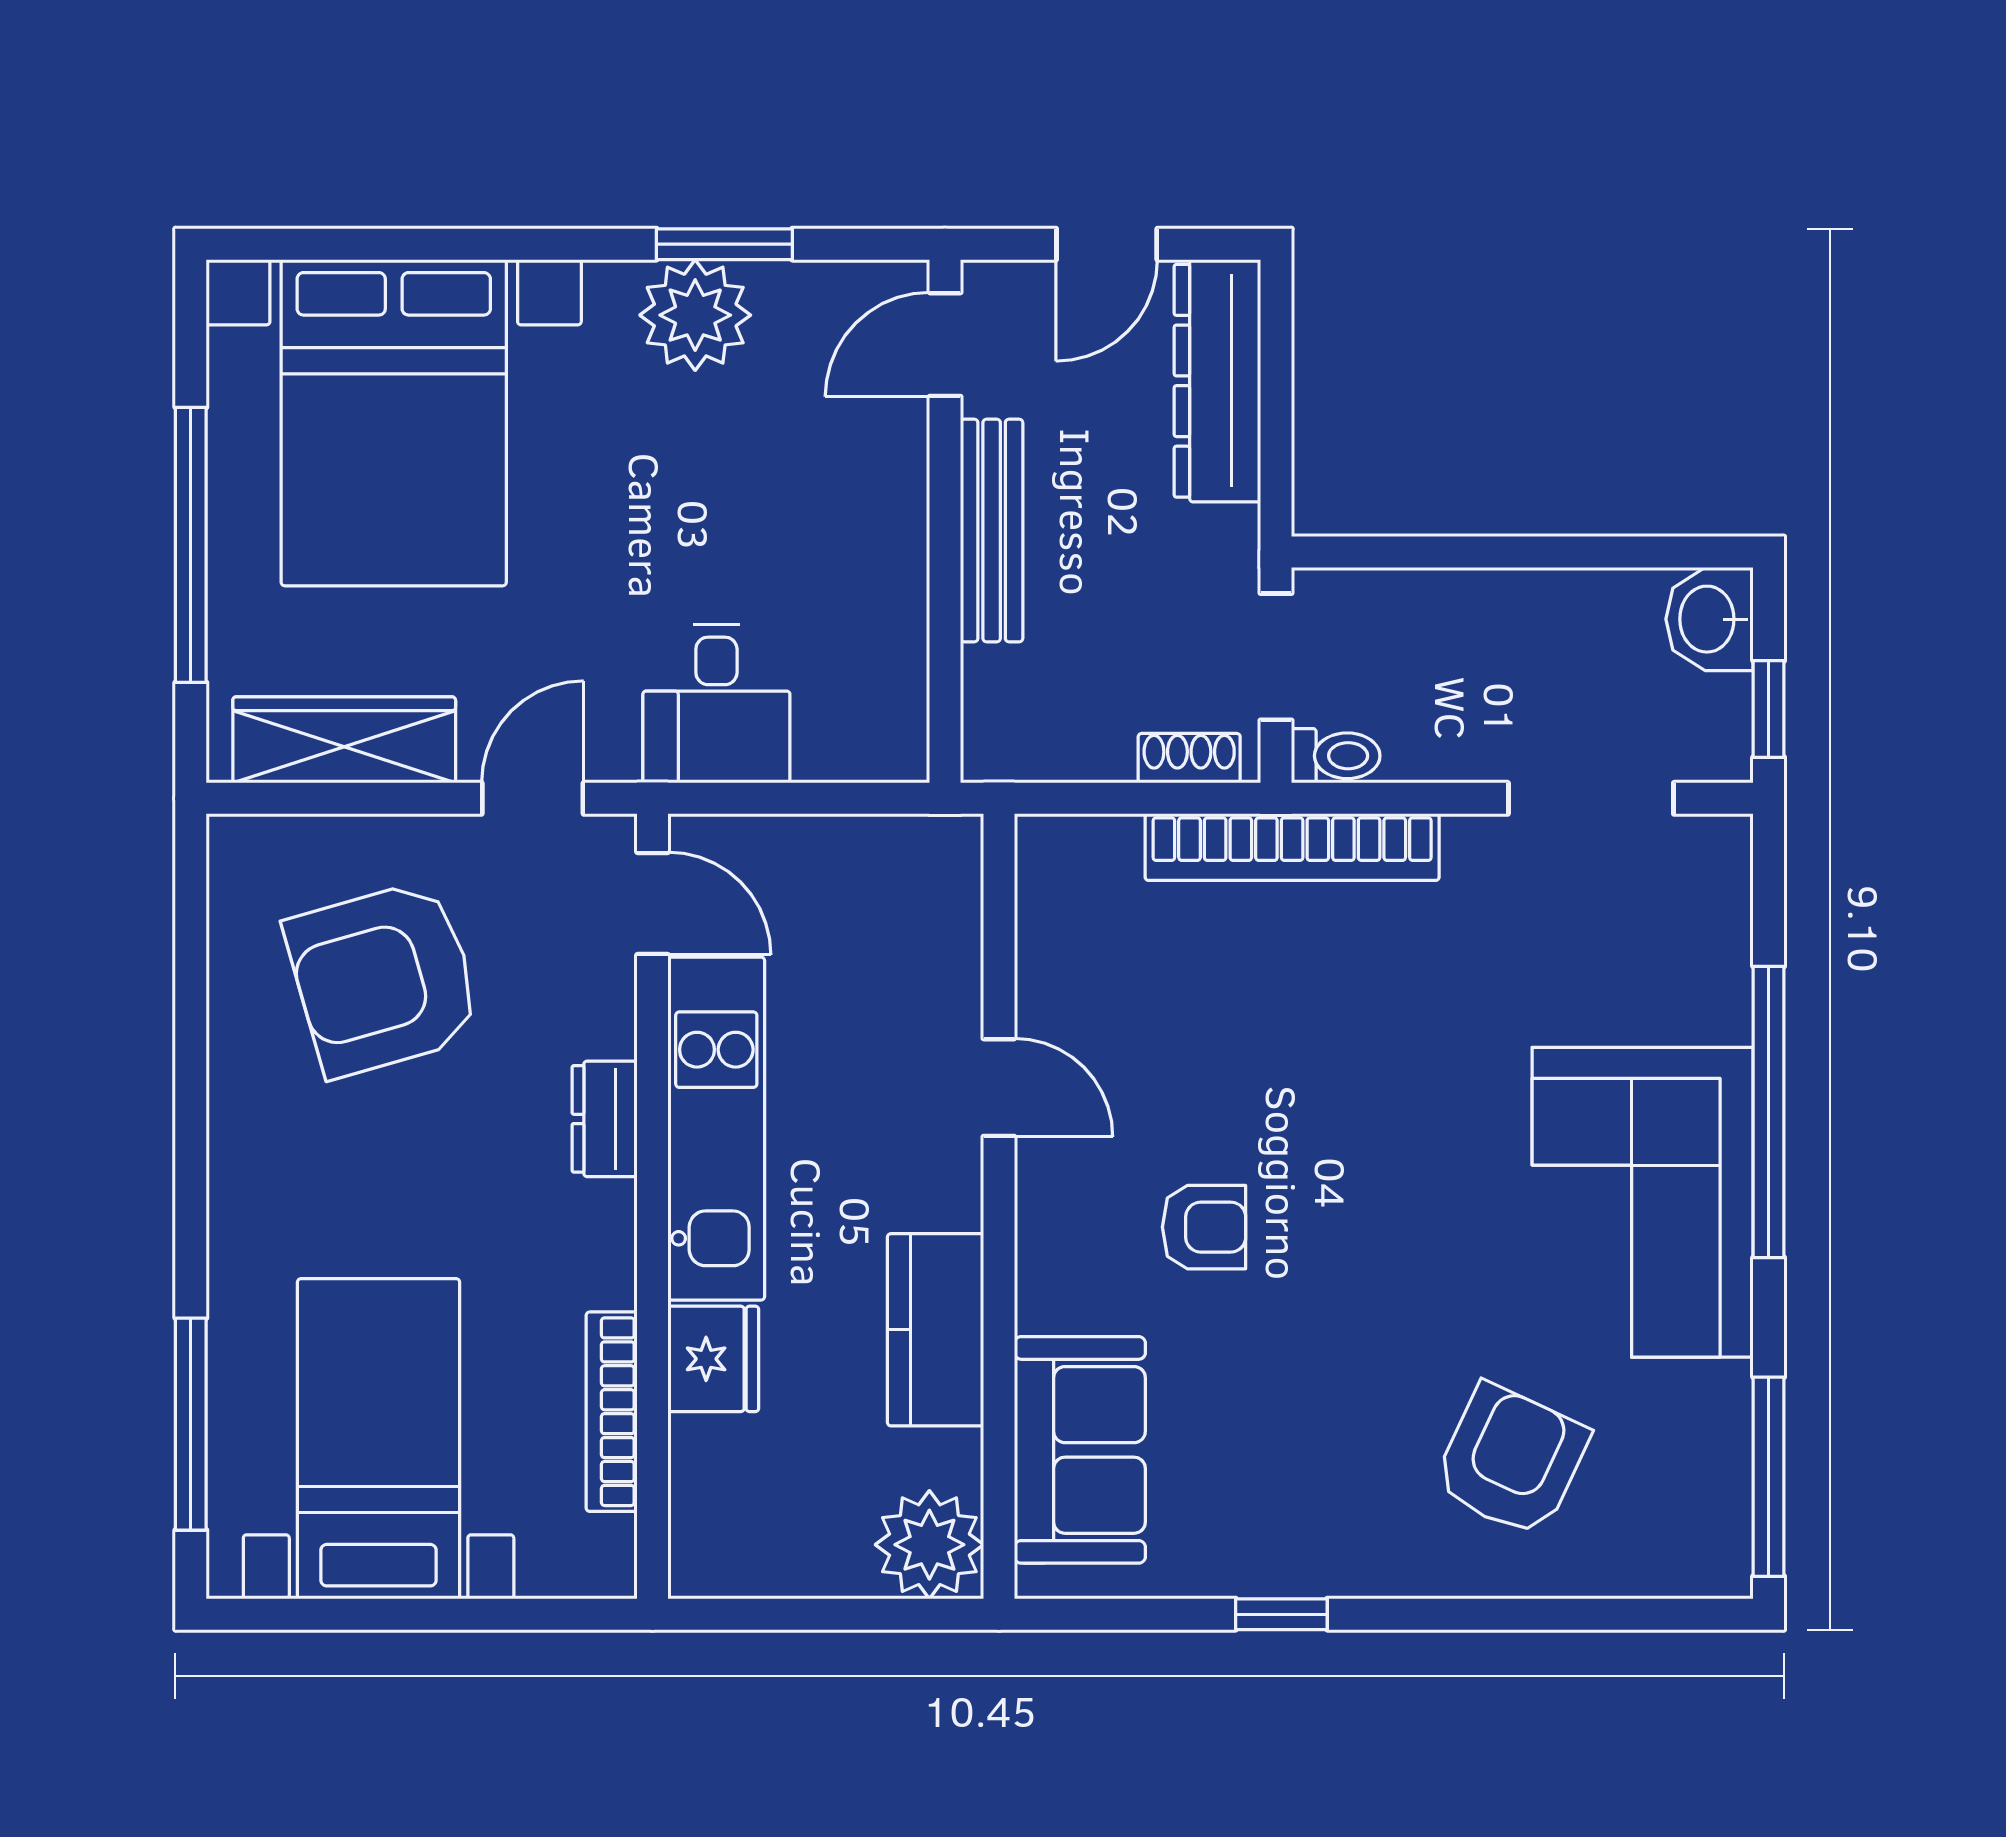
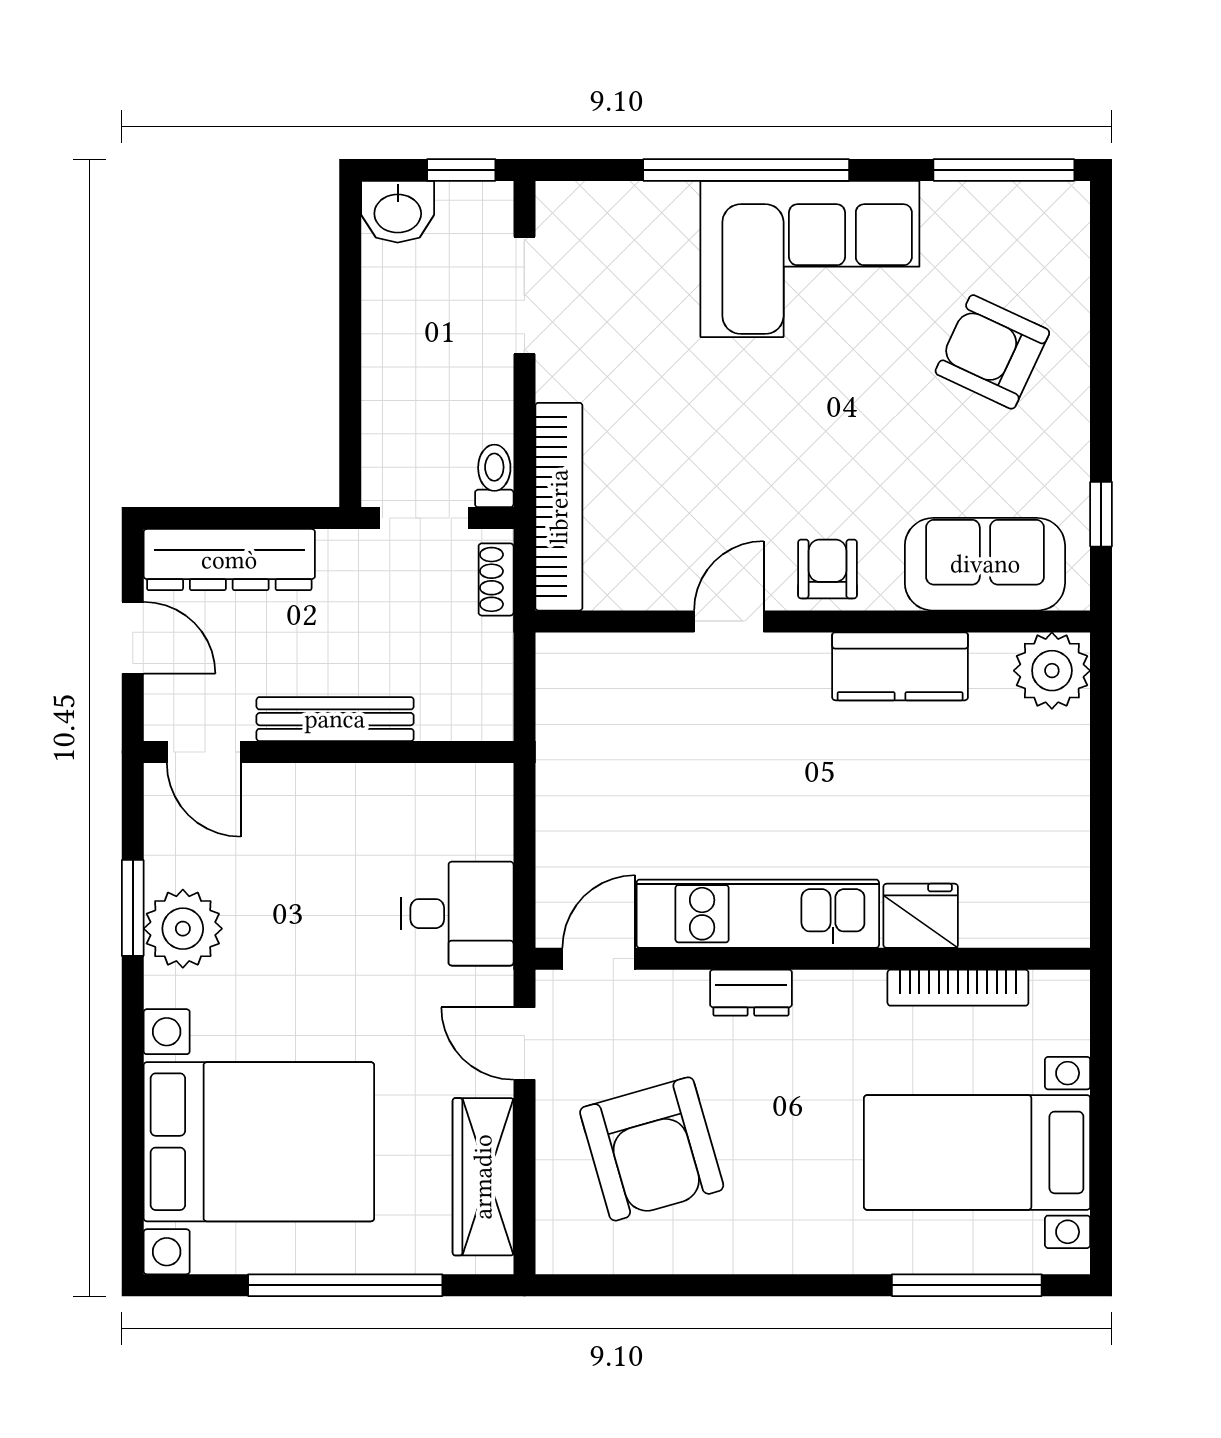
door: (999, 1088) -> (729, 621), moved
wall: (999, 1206) -> (813, 621), moved
kitchen counter: (935, 1330) -> (900, 666), moved
sofa: (1080, 1450) -> (985, 564), moved
plant: (929, 1545) -> (1052, 671), moved

